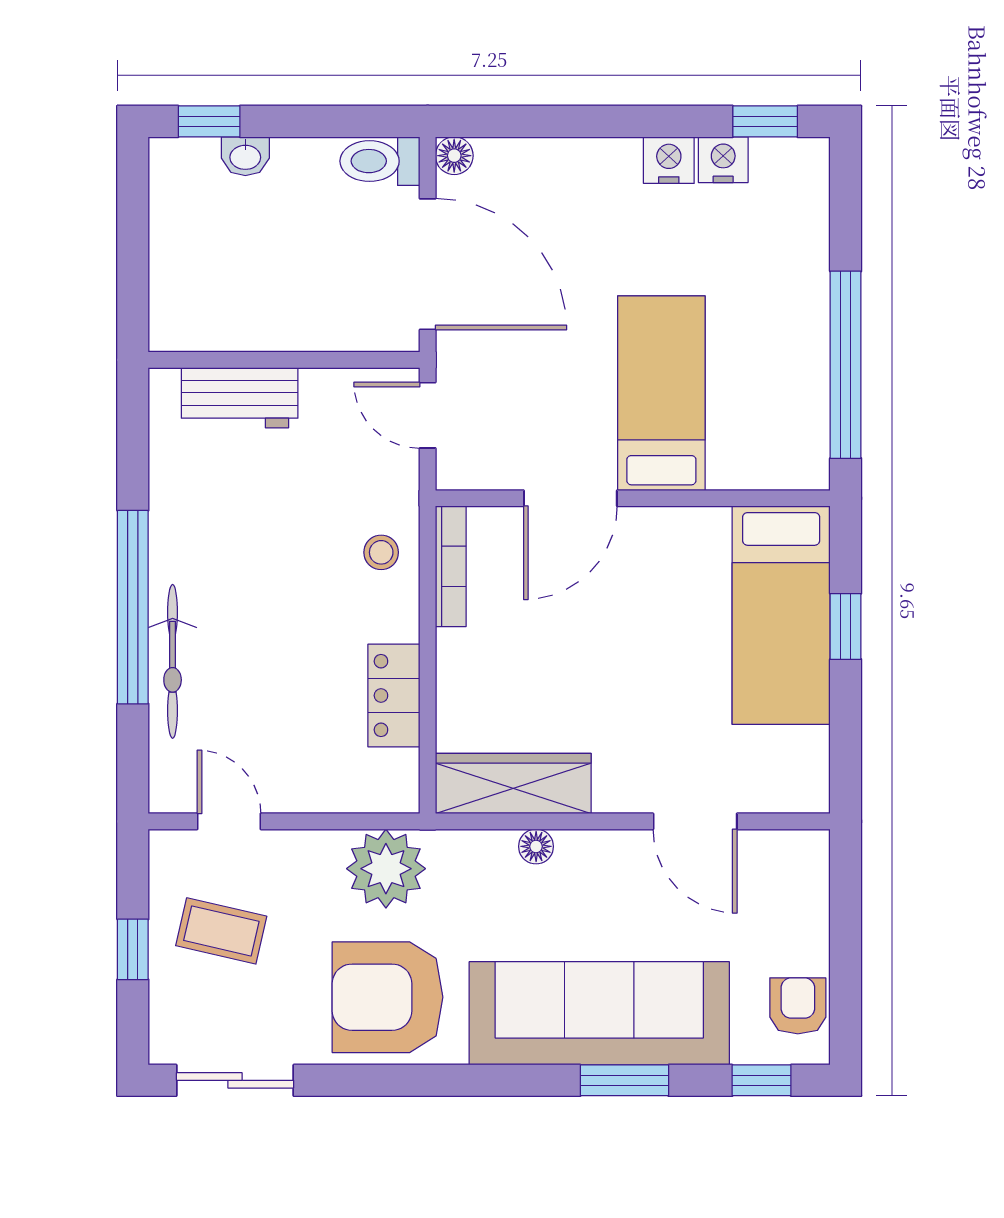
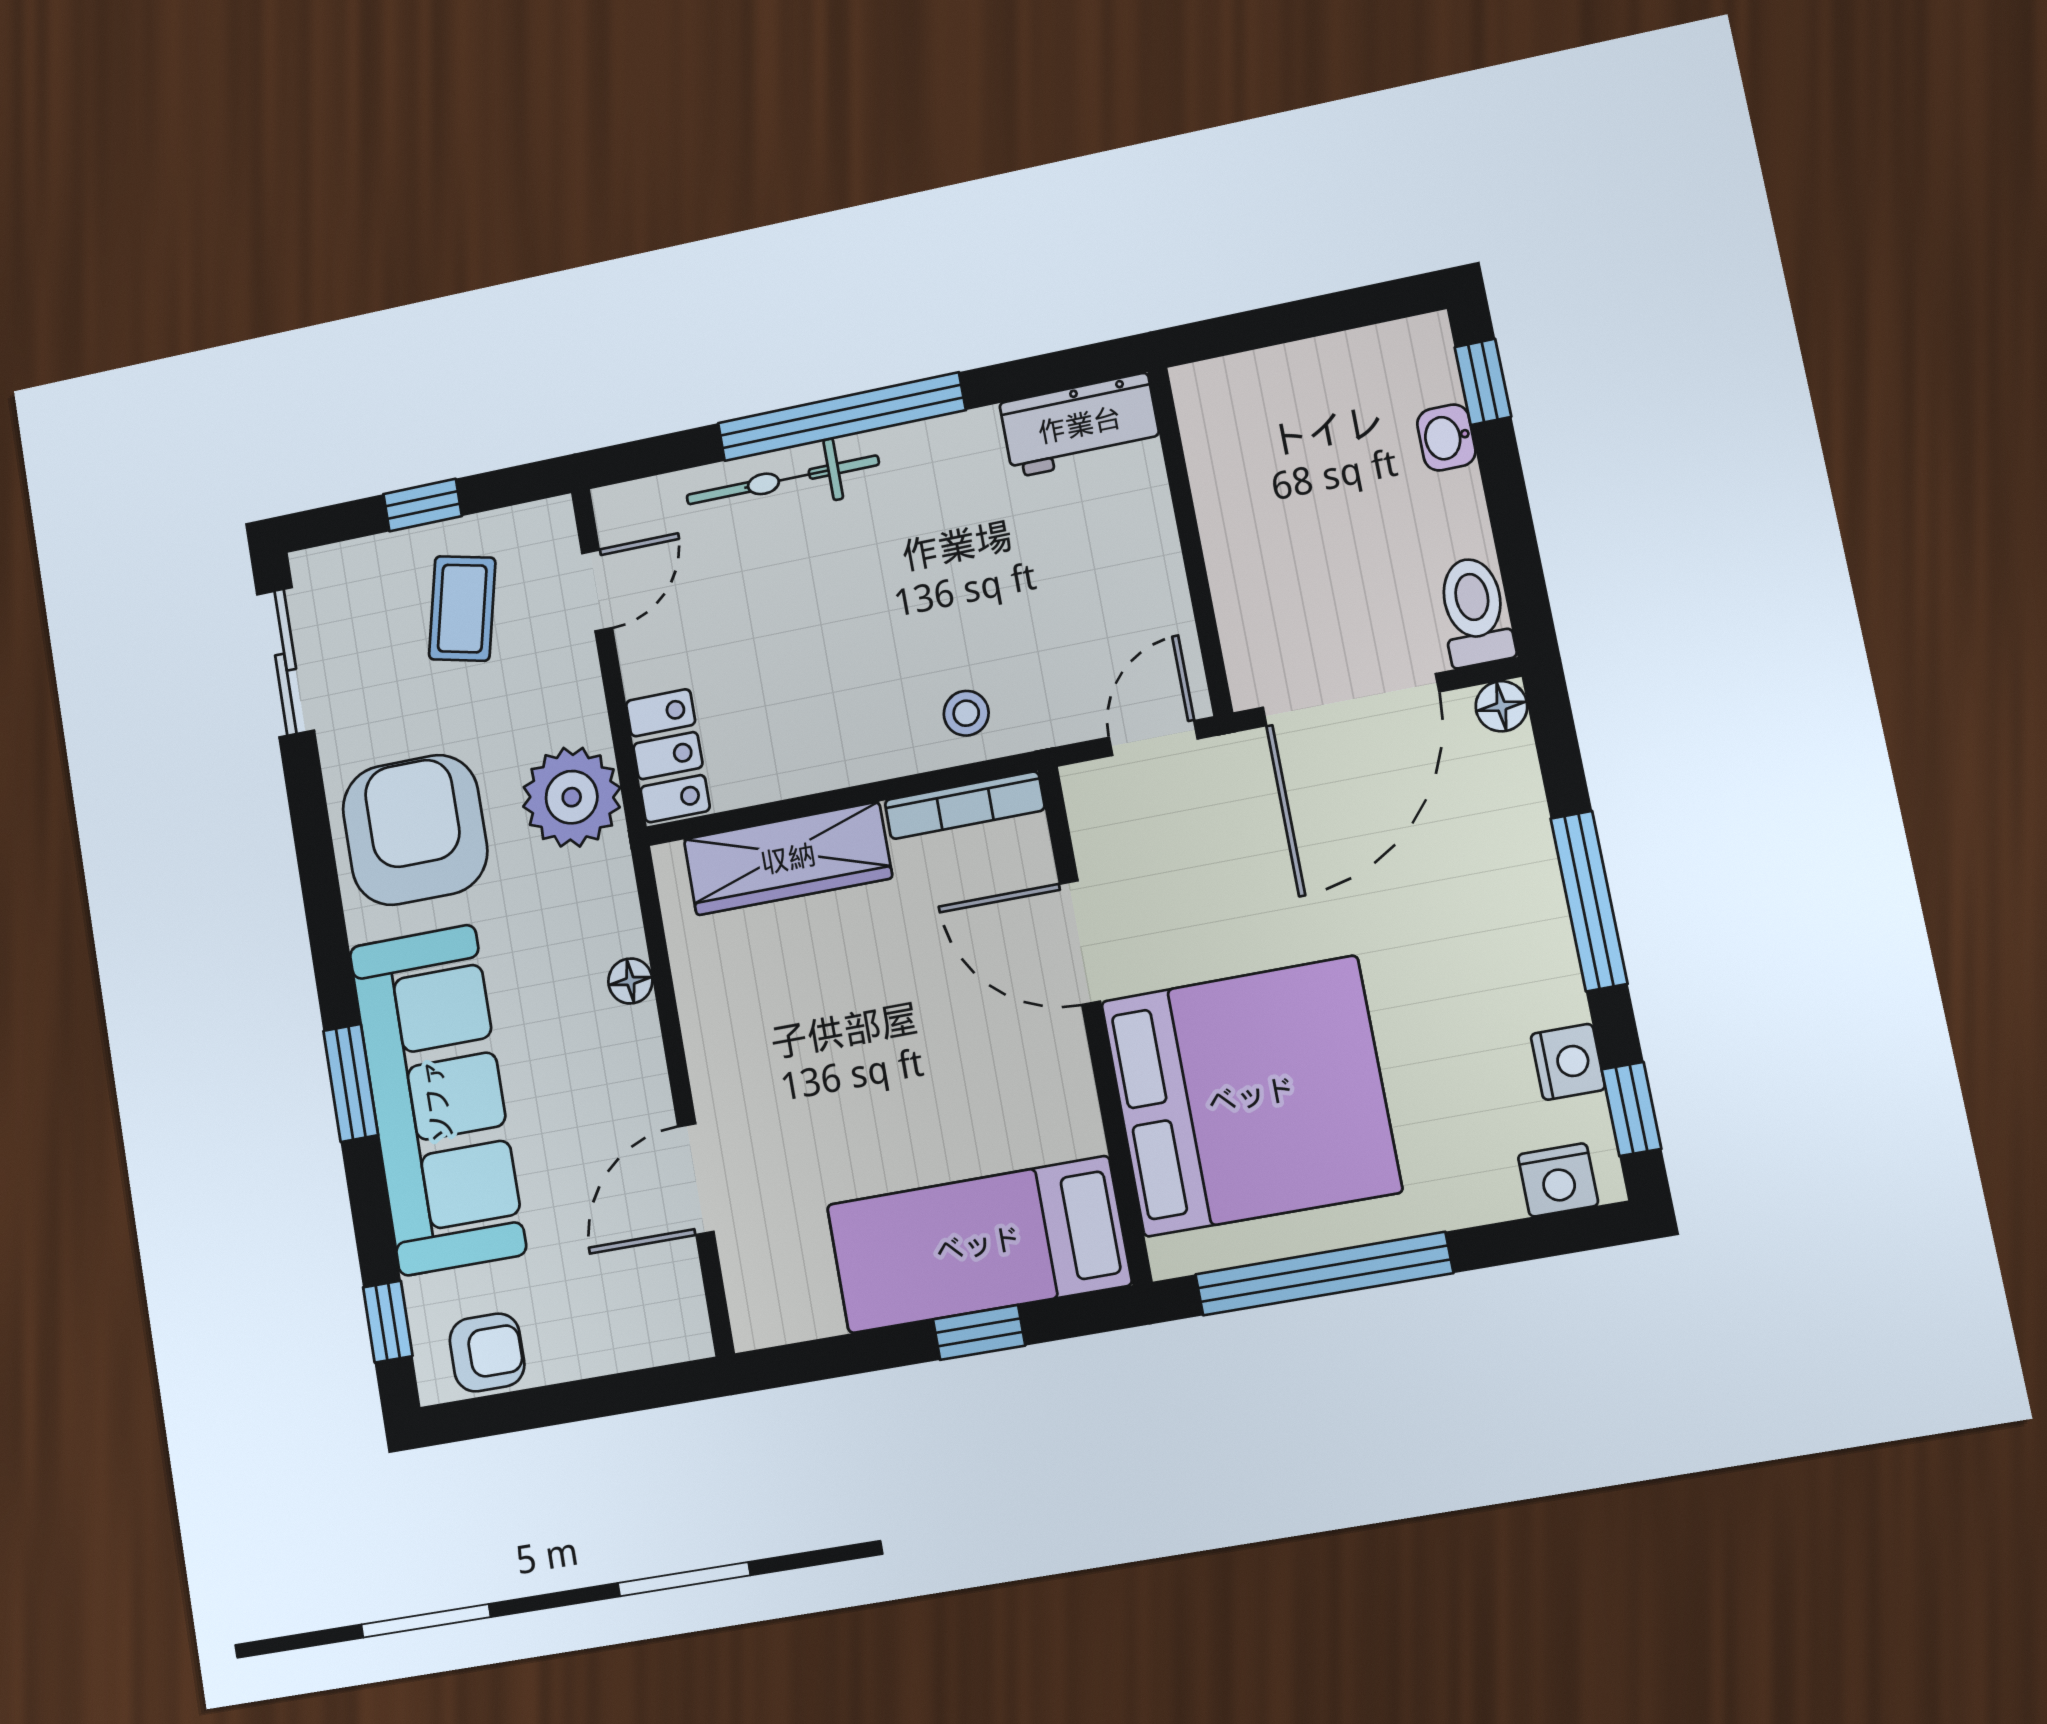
window: (609, 121) -> (1589, 901), added
nightstand: (669, 160) -> (1558, 1180), moved, turned 90
bed: (661, 393) -> (1251, 1096), width x2.04
workbench: (240, 398) -> (1080, 425), moved, turned -90
locker: (394, 695) -> (668, 756), moved, turned 90
wardrobe: (513, 784) -> (788, 859), moved, turned 90
window: (624, 1080) -> (351, 1083), moved

